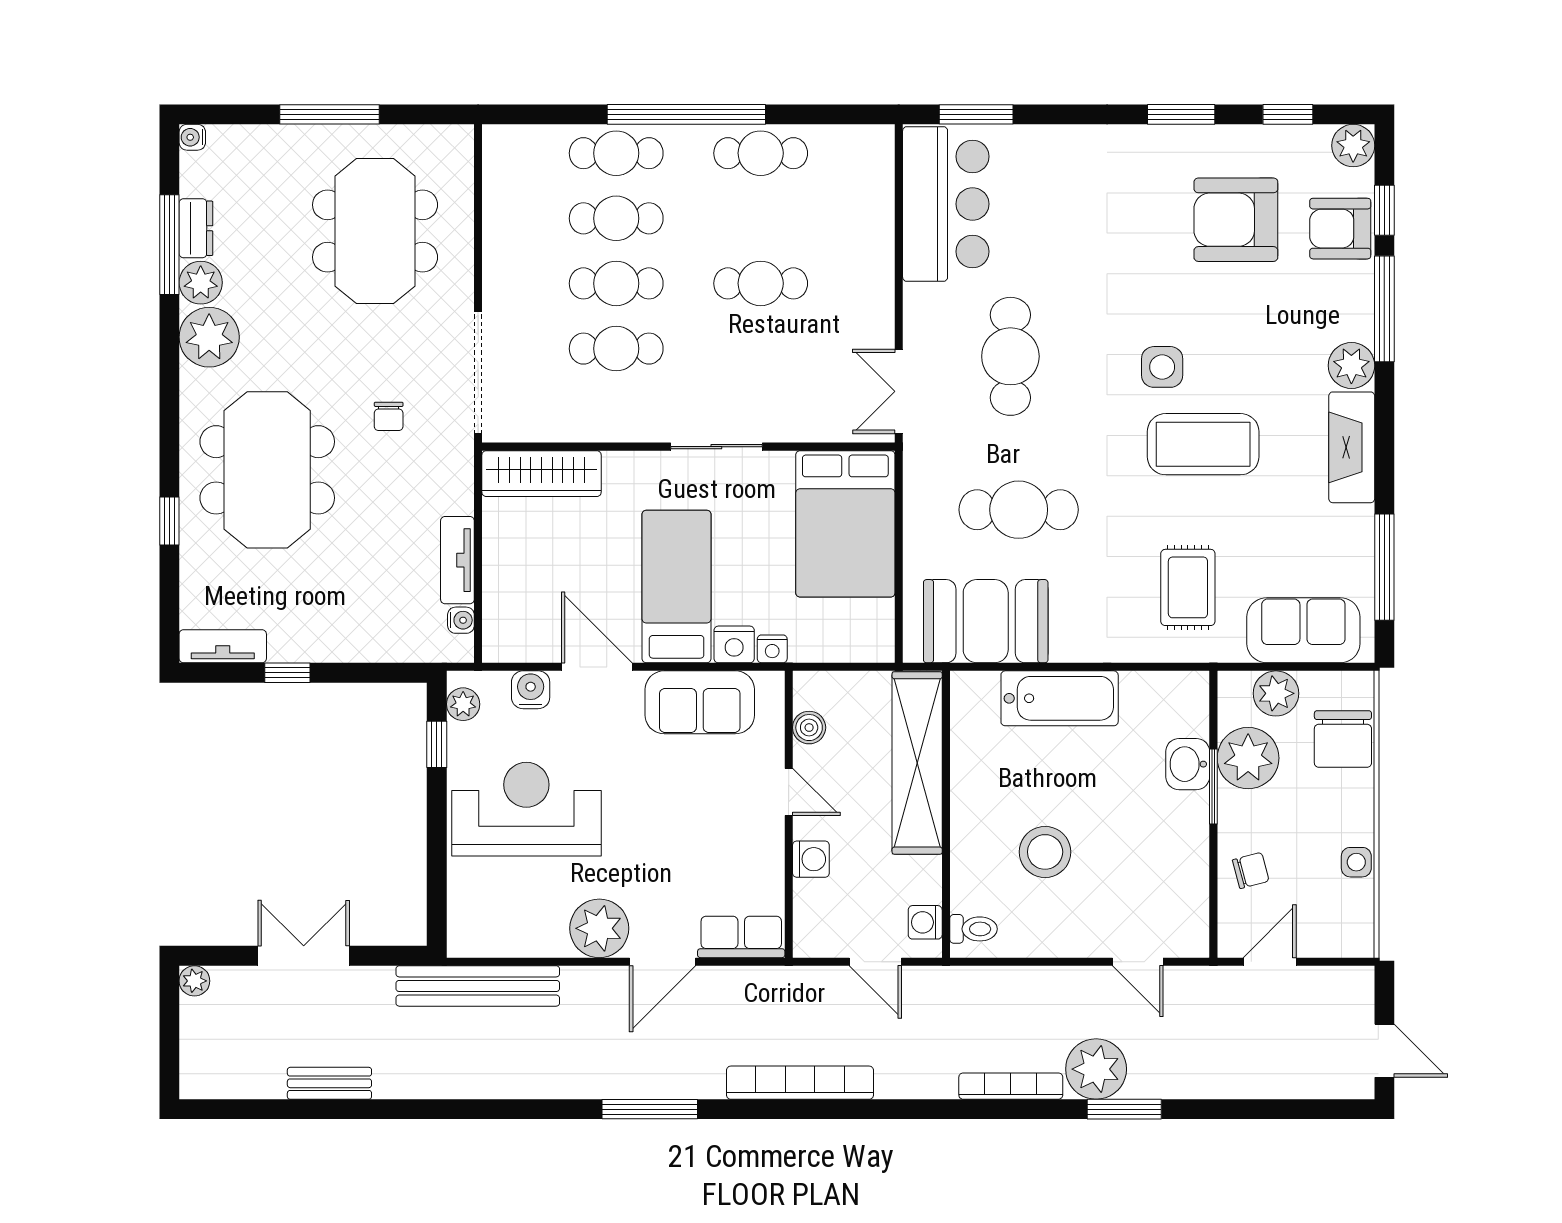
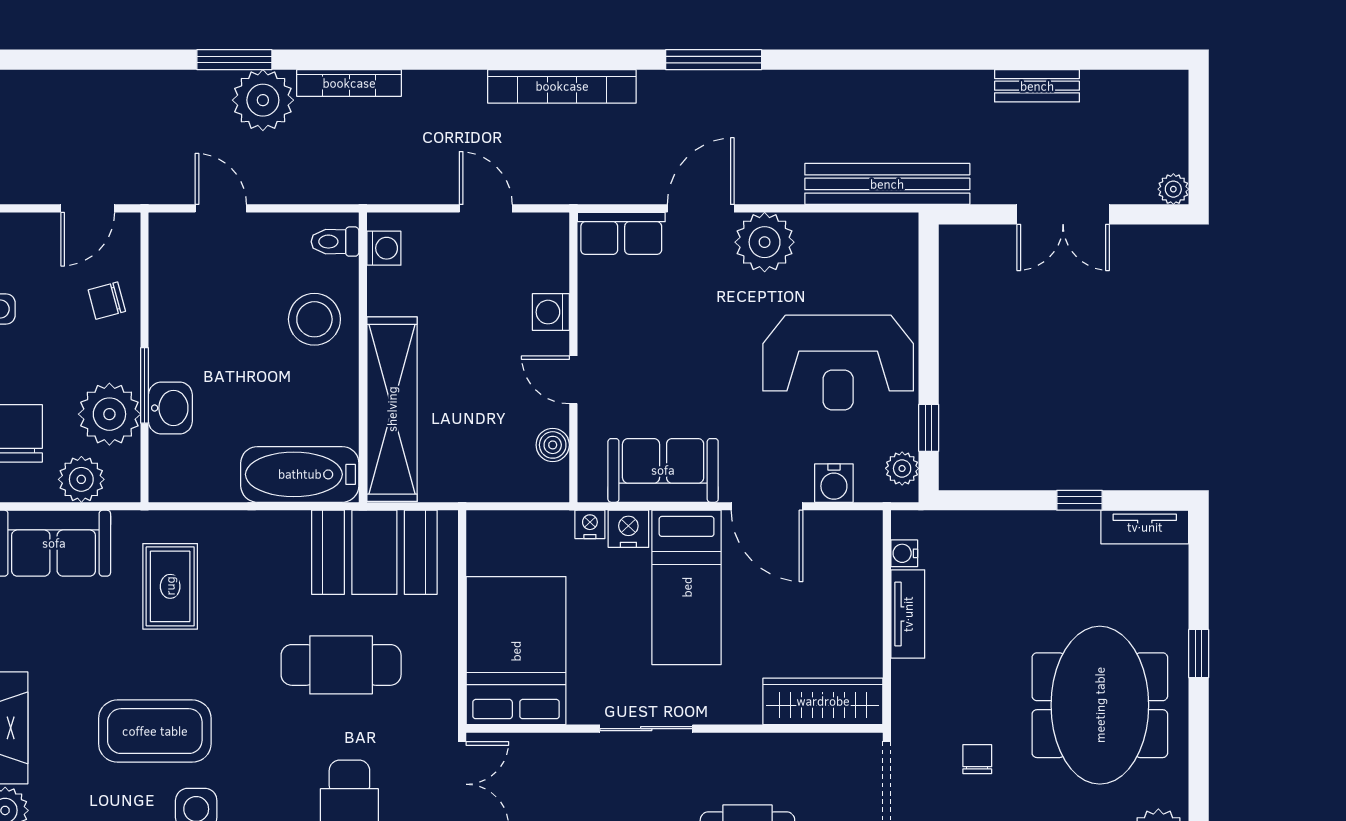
shelving: (917, 763) -> (392, 409), moved
wall: (946, 814) -> (363, 357), moved
washing machine: (925, 922) -> (384, 248), moved
toilet: (974, 929) -> (335, 242), moved

